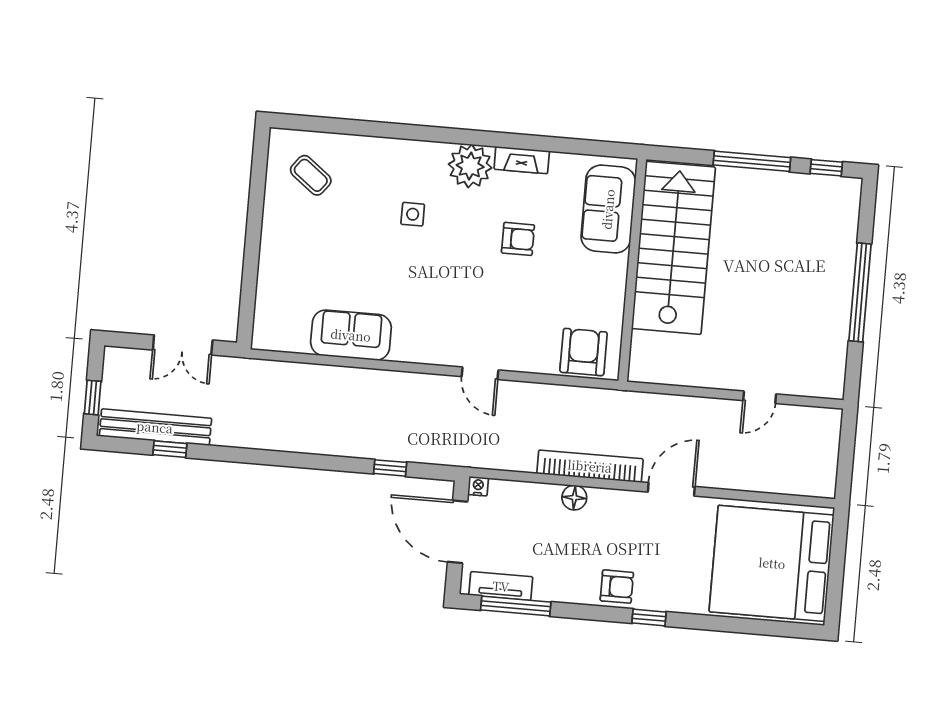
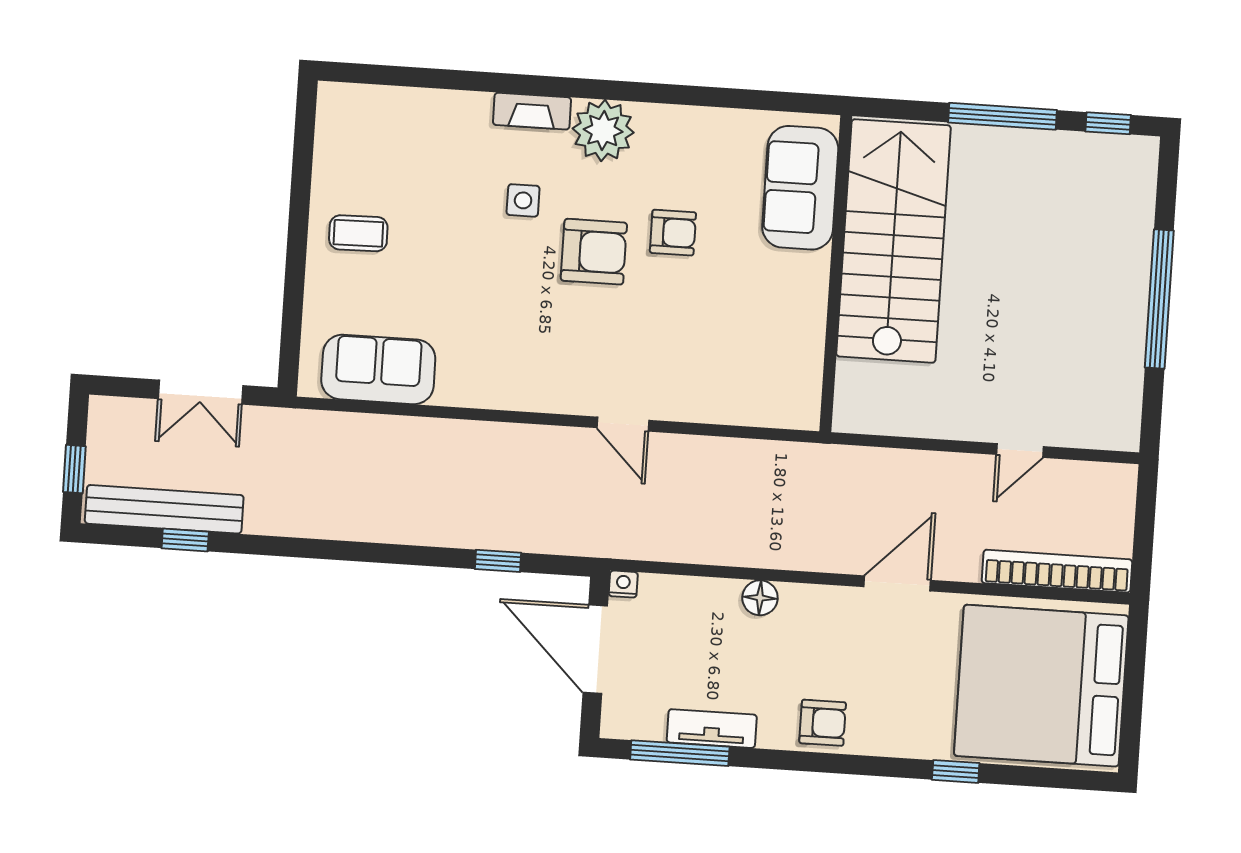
fireplace: (522, 160) -> (532, 111), moved
coffee table: (311, 175) -> (358, 233), moved, turned -39
sofa: (351, 335) -> (378, 369), moved
armchair: (584, 352) -> (594, 252), moved, turned 90
bookcase: (590, 466) -> (1057, 571), moved
tv unit: (501, 586) -> (712, 729), moved
window: (649, 617) -> (956, 771), moved

